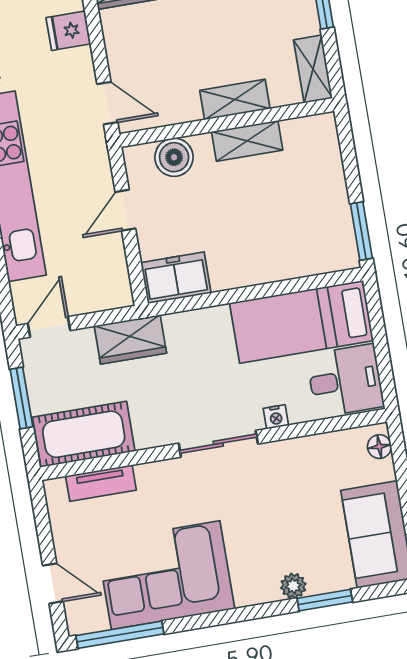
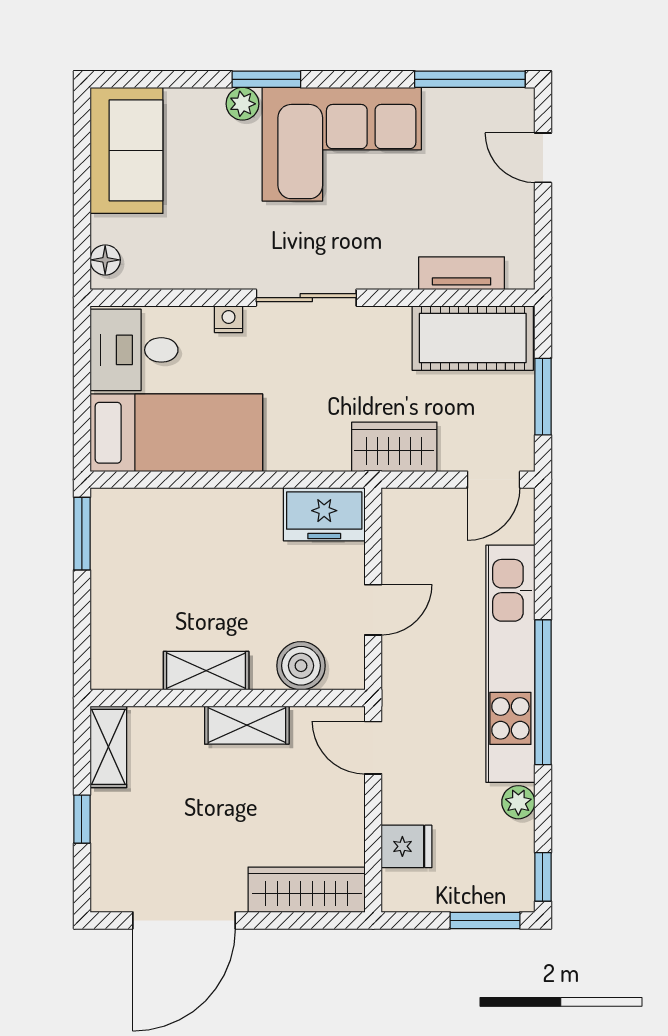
shelving: (235, 100) -> (247, 725), moved
corner sofa: (166, 575) -> (342, 144), moved
window: (325, 600) -> (266, 79), moved

